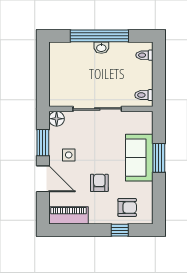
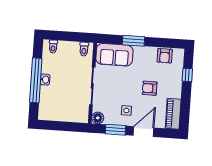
sofa: (139, 158) -> (114, 55), moved
armchair: (127, 207) -> (165, 56), moved, turned 180

